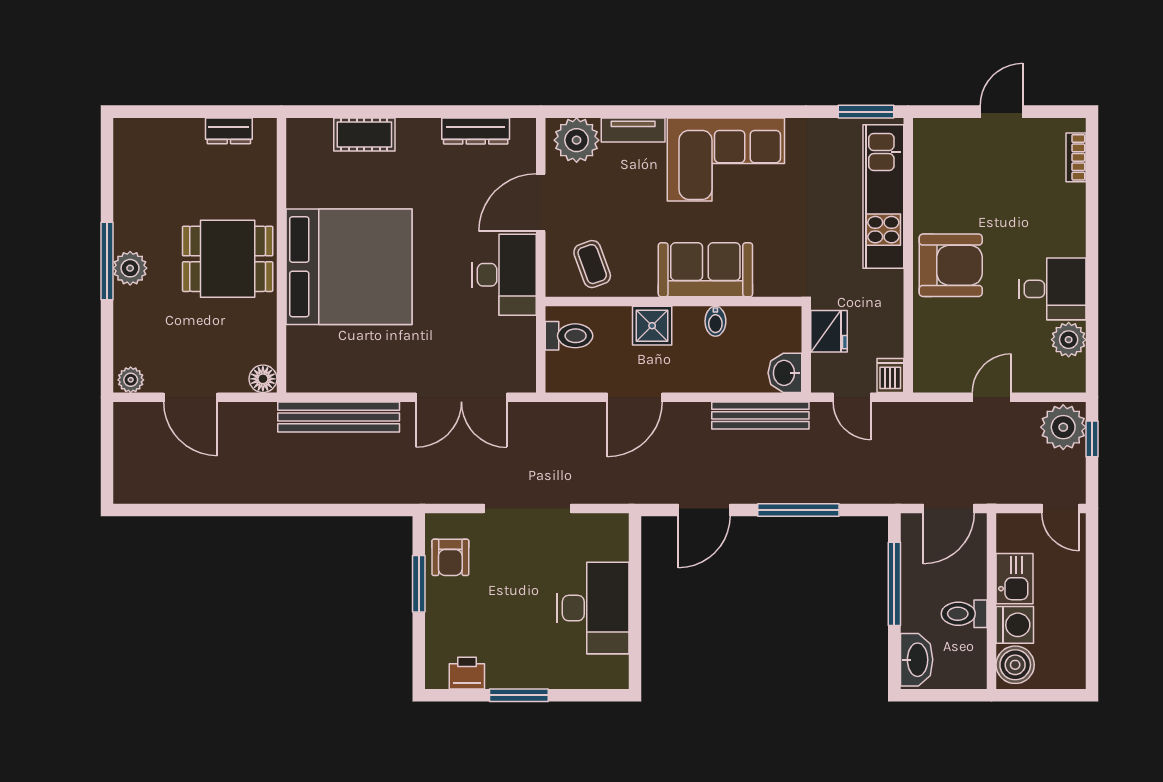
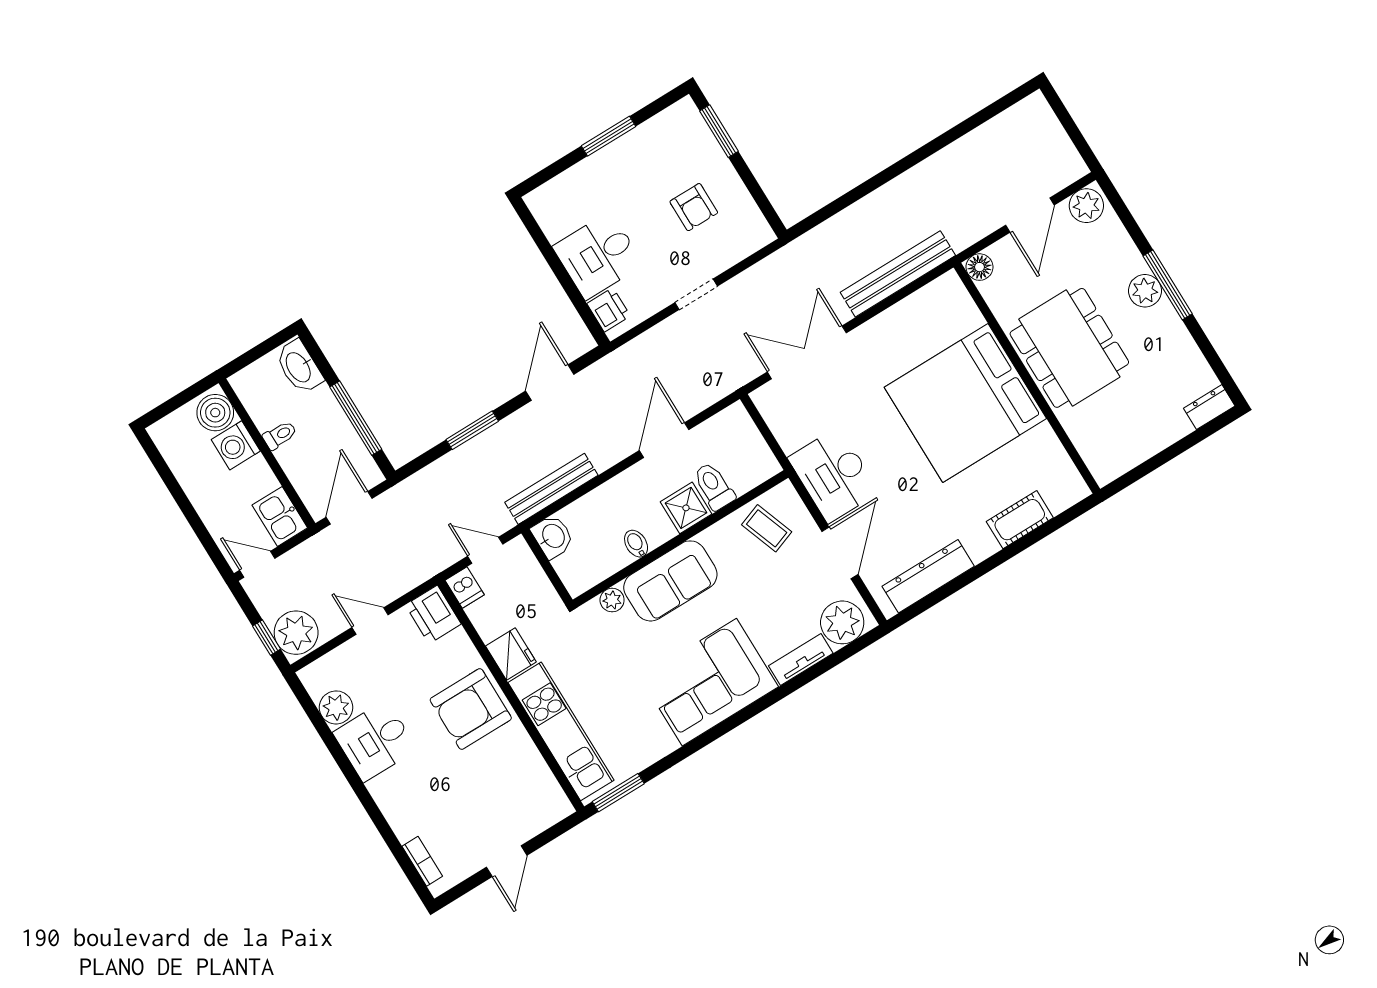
dresser: (229, 131) -> (1209, 407), moved
dresser: (476, 131) -> (928, 576), width x1.37, depth x1.24
dining table: (228, 259) -> (1069, 348), width x1.38
plant: (767, 285) -> (612, 600), added
fridge: (829, 331) -> (511, 654), moved, turned 180
toilet: (569, 336) -> (714, 486), moved, turned 90
printer: (933, 369) -> (433, 614), added
plant: (131, 380) -> (1086, 206), width x1.38, depth x1.38
door: (190, 397) -> (1030, 215), swing flipped
door: (992, 397) -> (370, 621), swing flipped
doorway: (527, 508) -> (696, 294), width x0.53
window: (798, 510) -> (472, 430), width x0.69
armchair: (450, 557) -> (694, 207), moved, turned 180
kitchen sink: (1015, 579) -> (280, 516), moved
window: (419, 584) -> (719, 131), moved
desk: (593, 608) -> (598, 256), width x0.73
toilet: (964, 614) -> (280, 435), width x0.73, depth x0.72
printer: (467, 673) -> (609, 310), moved, turned -90

